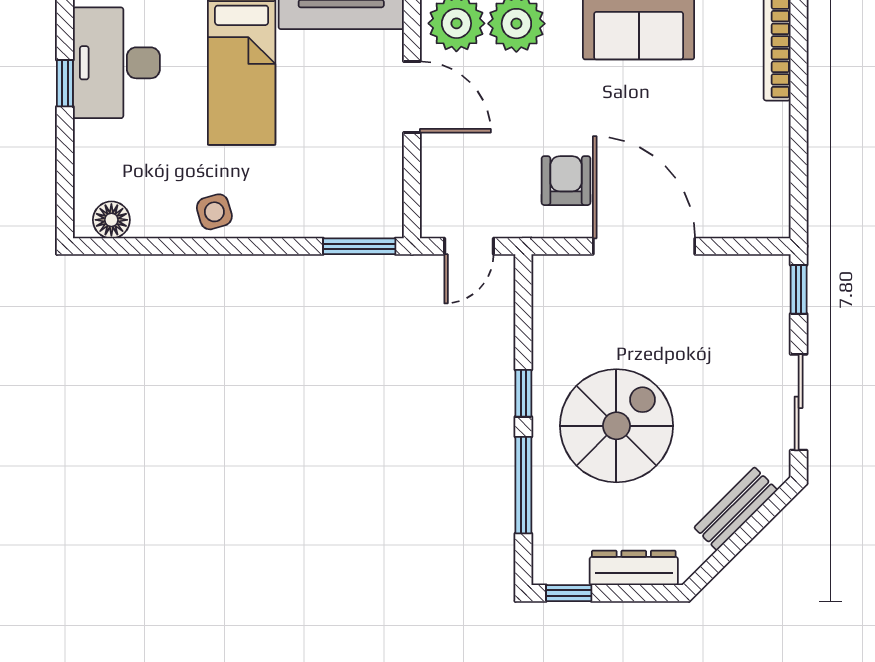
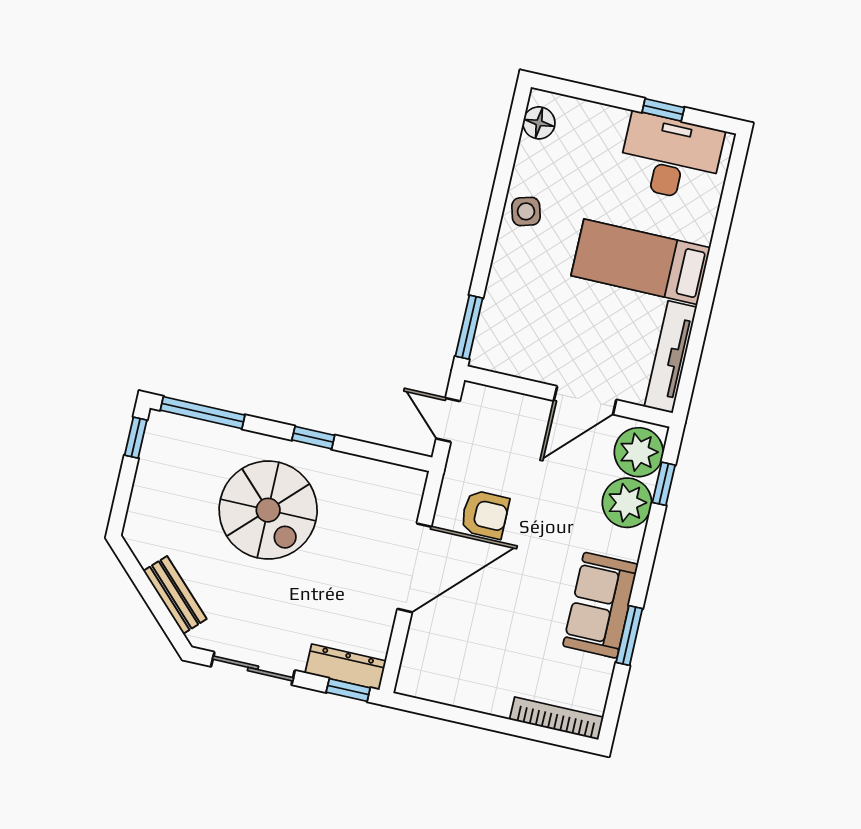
window: (523, 485) -> (203, 413), moved
dresser: (634, 568) -> (346, 667), moved, turned -90

